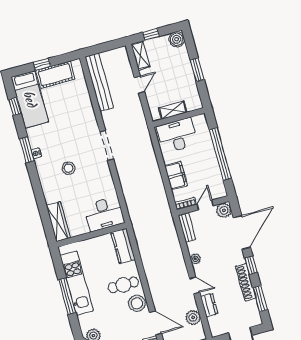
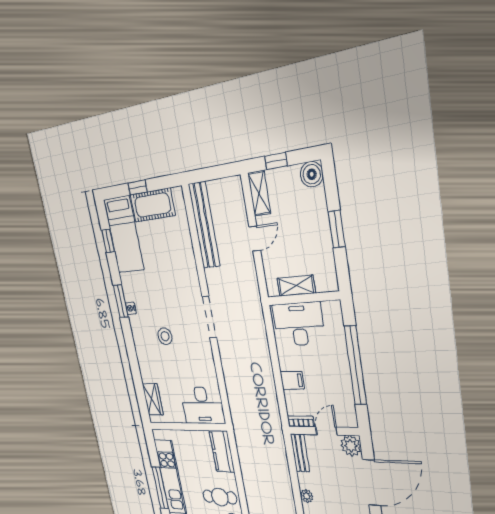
filing cabinet: (176, 176) -> (292, 380), width x0.50
wardrobe: (58, 222) -> (153, 399), width x0.67

